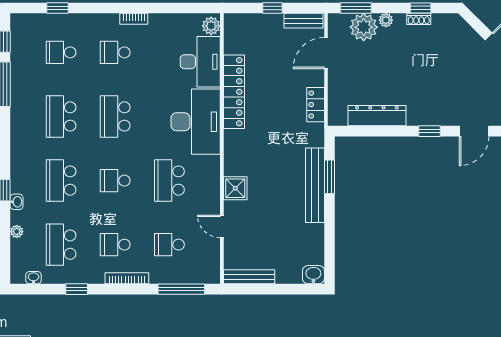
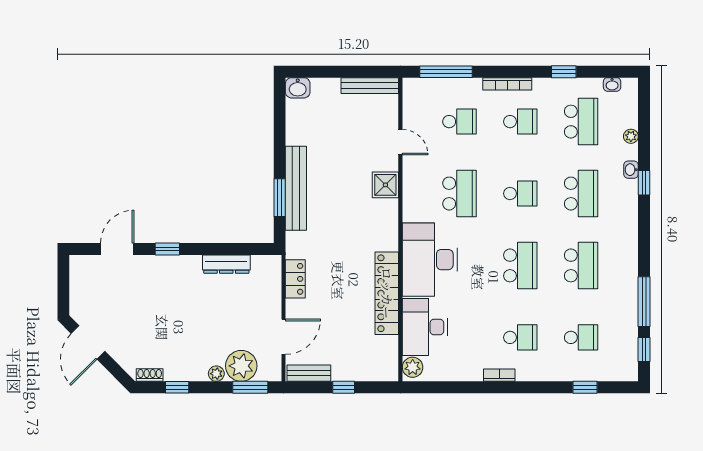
shoe rack: (419, 19) -> (150, 375), moved
dresser: (377, 116) -> (226, 264), width x0.73, depth x0.80

